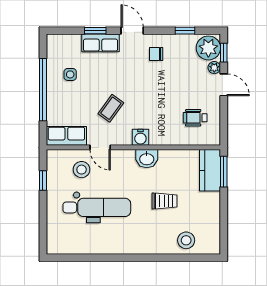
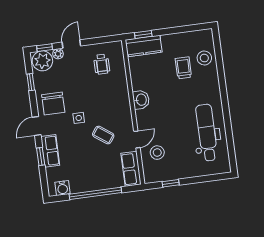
chair: (156, 54) -> (53, 104), width x1.87, depth x1.87
side table: (70, 74) -> (79, 118), moved
water cooler: (140, 137) -> (63, 188), moved, turned 90
window: (224, 172) -> (143, 34), width x0.67
trolley: (165, 201) -> (183, 68), moved
dental chair: (97, 207) -> (207, 133), moved

